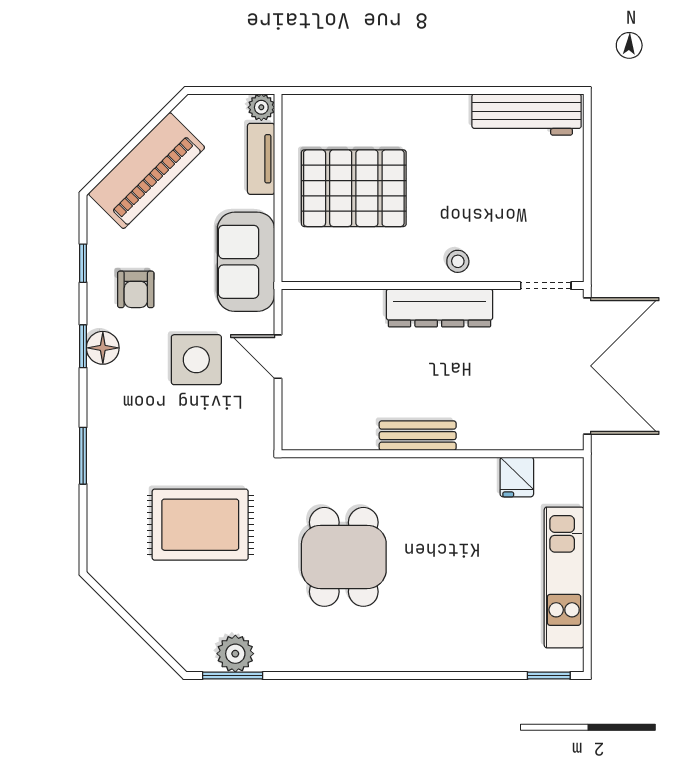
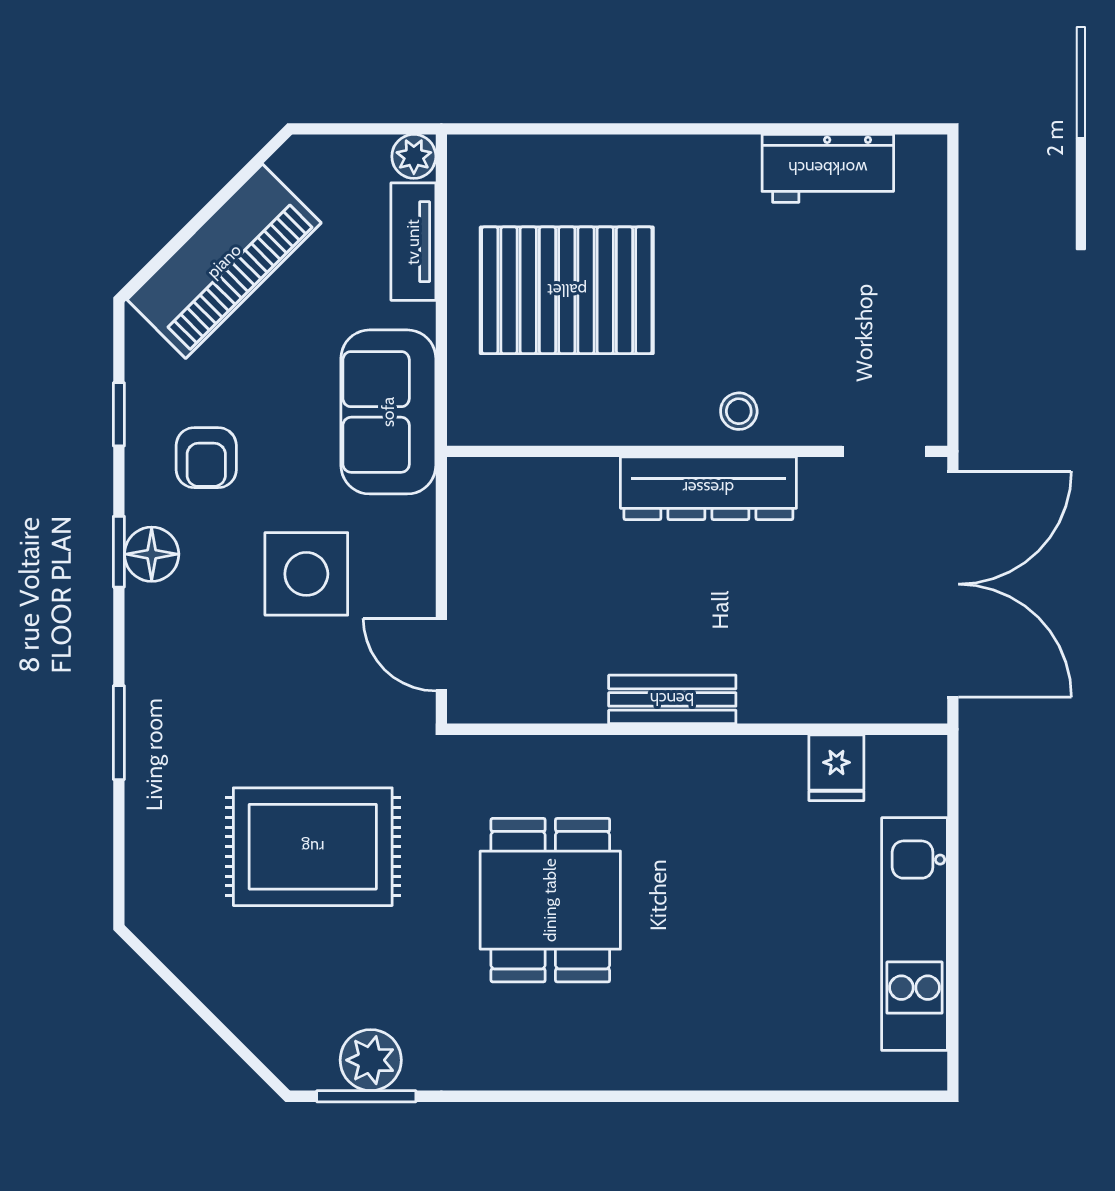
workbench: (527, 115) -> (828, 168), width x0.73
door: (278, 357) -> (441, 655), moved
window: (549, 676) -> (889, 1096), removed

